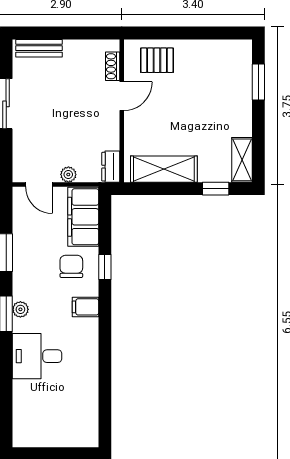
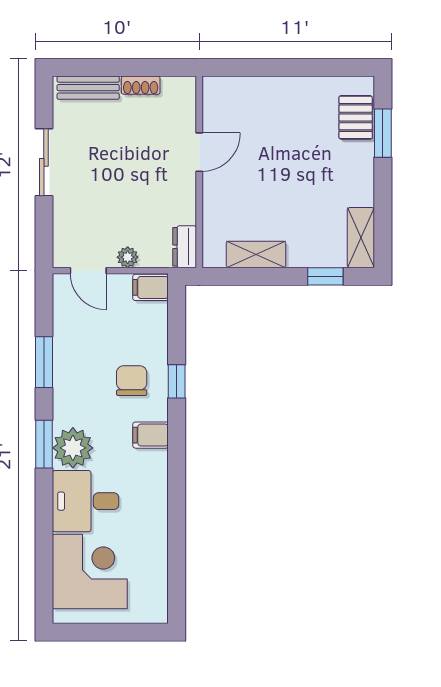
pallet: (157, 60) -> (356, 117), moved, turned 90
shoe rack: (113, 66) -> (141, 85), moved, turned -90
shelving: (164, 169) -> (256, 254), width x0.67, depth x0.75
filing cabinet: (83, 217) -> (151, 287), width x0.33, depth x0.86
plant: (20, 309) -> (73, 448), width x1.88, depth x1.88
corner desk: (40, 408) -> (90, 571), added

